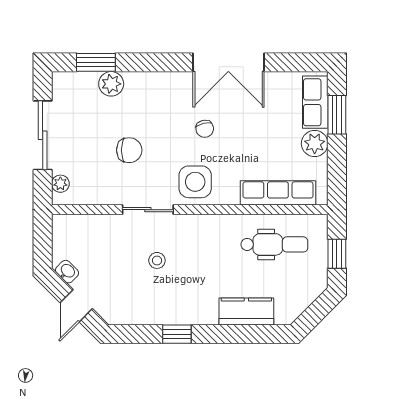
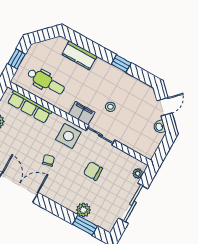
filing cabinet: (194, 227) -> (82, 113), added
dental chair: (274, 244) -> (46, 81), turned 180

